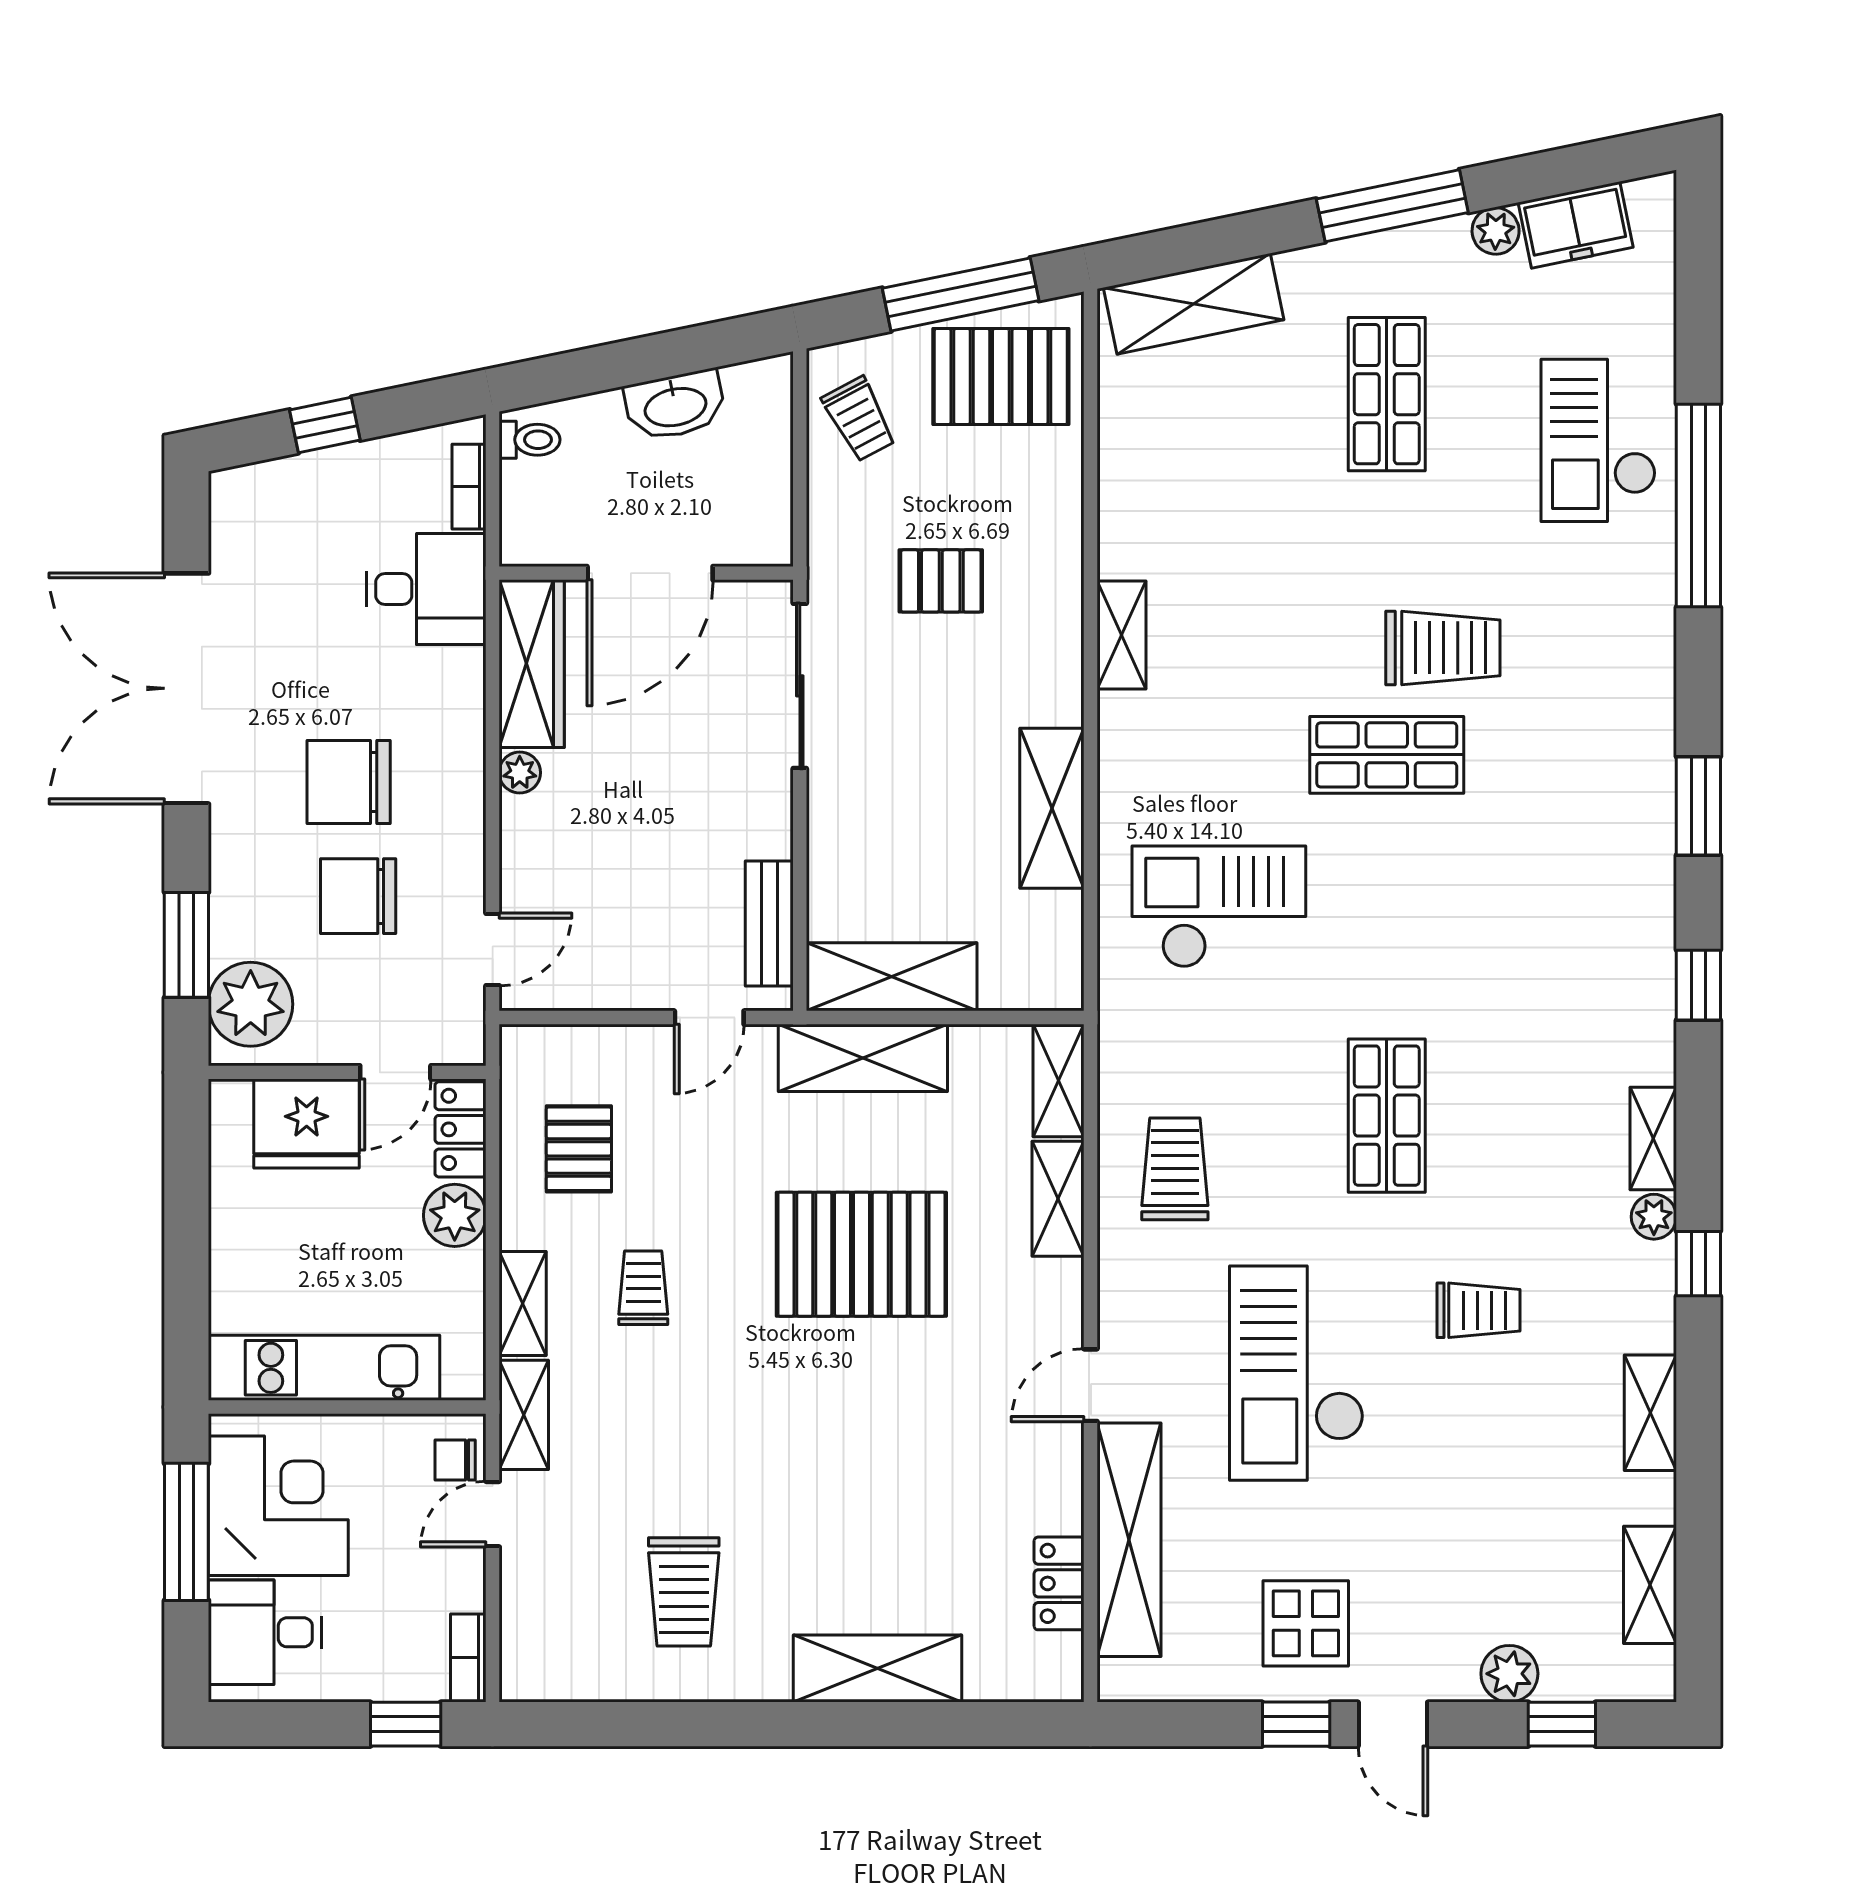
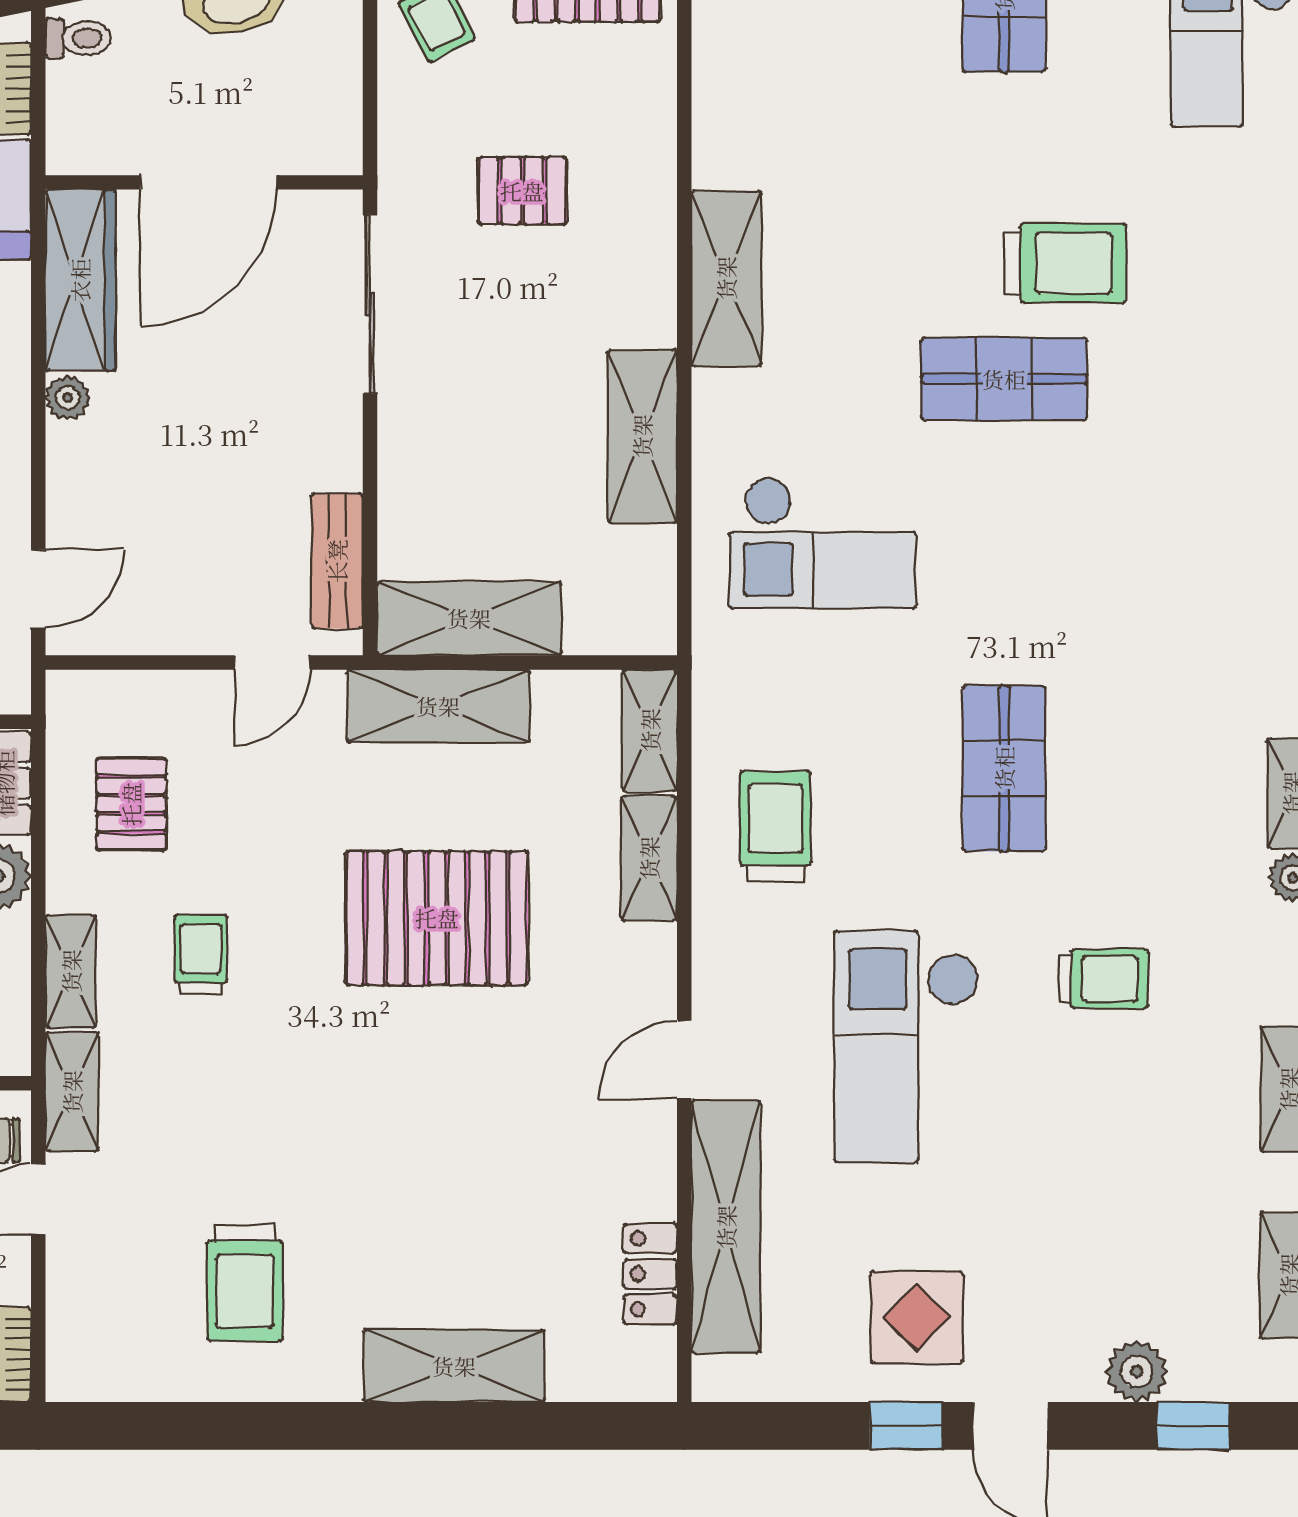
shelving: (1121, 635) -> (726, 278), width x1.50, depth x1.33
checkout: (1219, 907) -> (823, 543), turned 180

